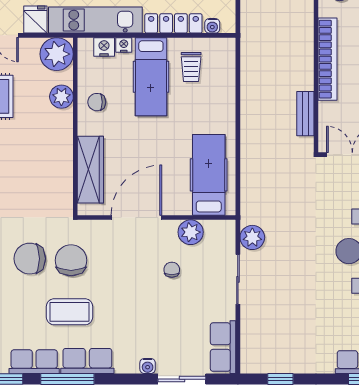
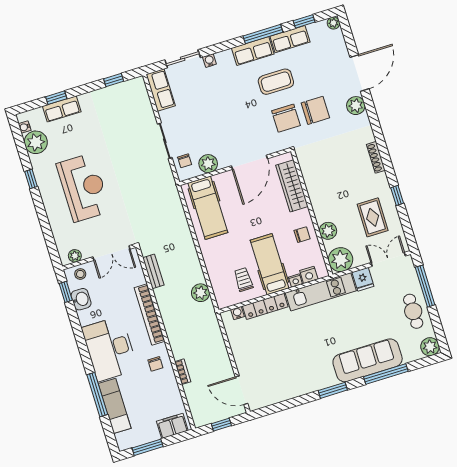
plant: (252, 237) -> (201, 293), moved
chair: (172, 270) -> (185, 161), moved

